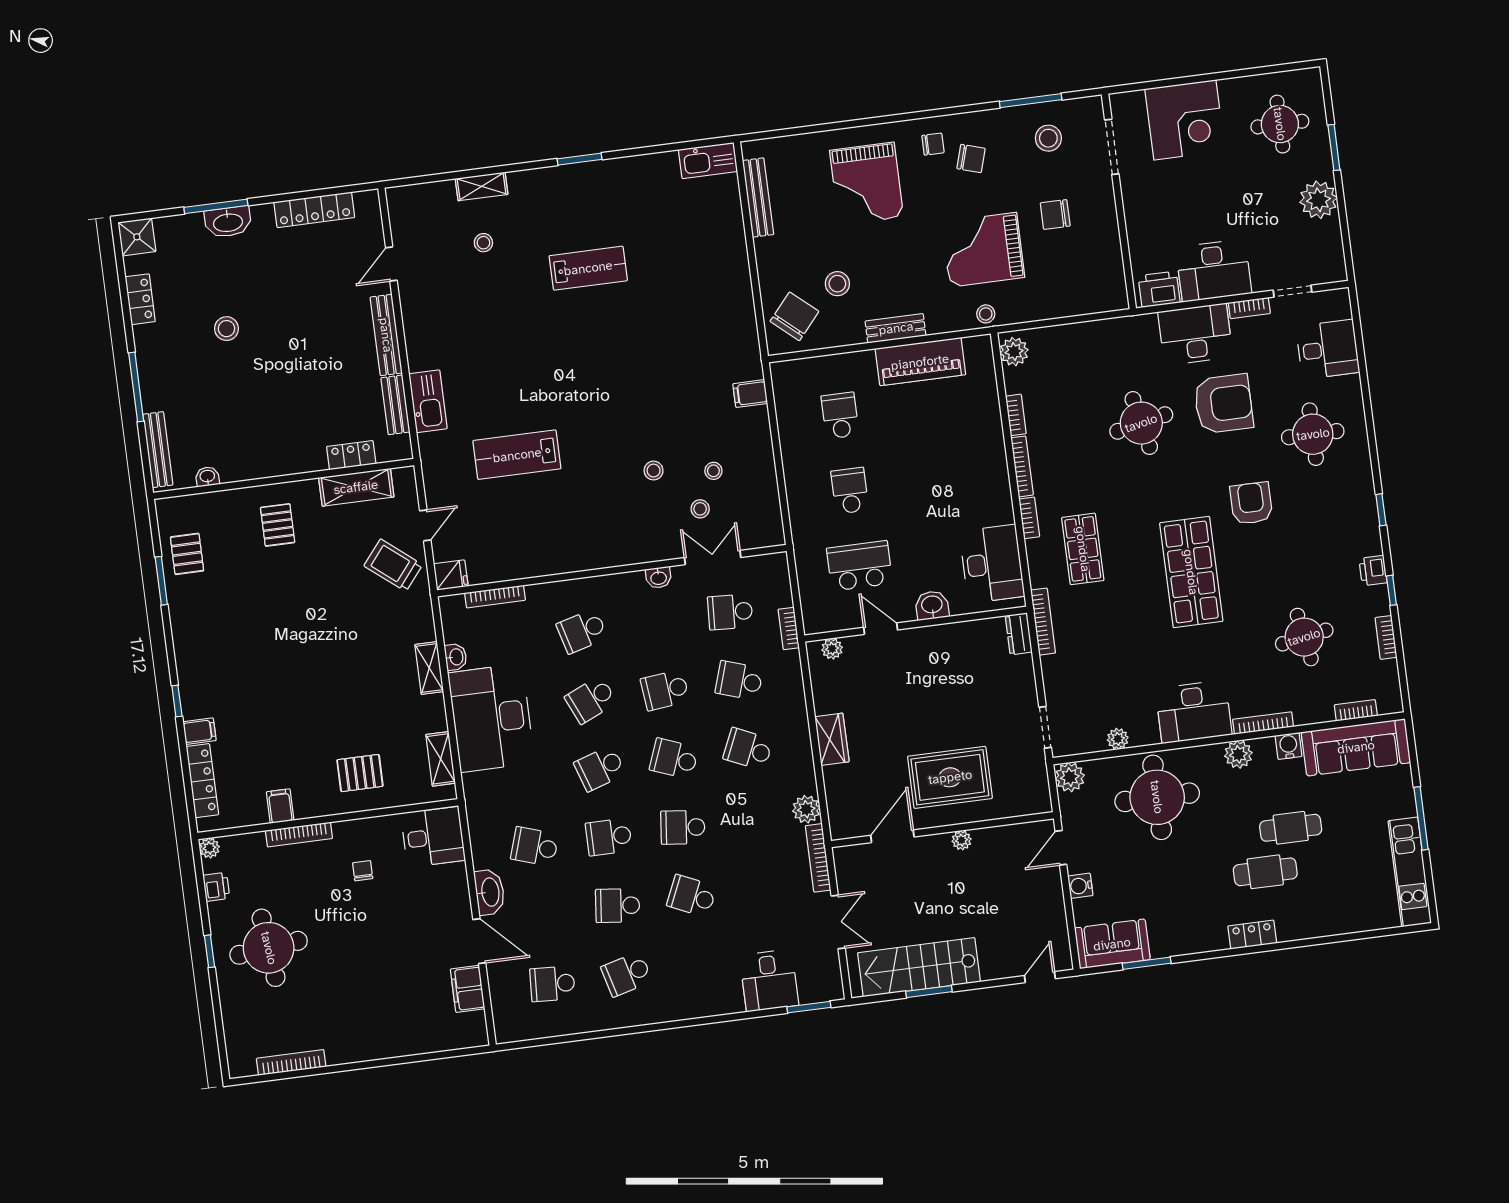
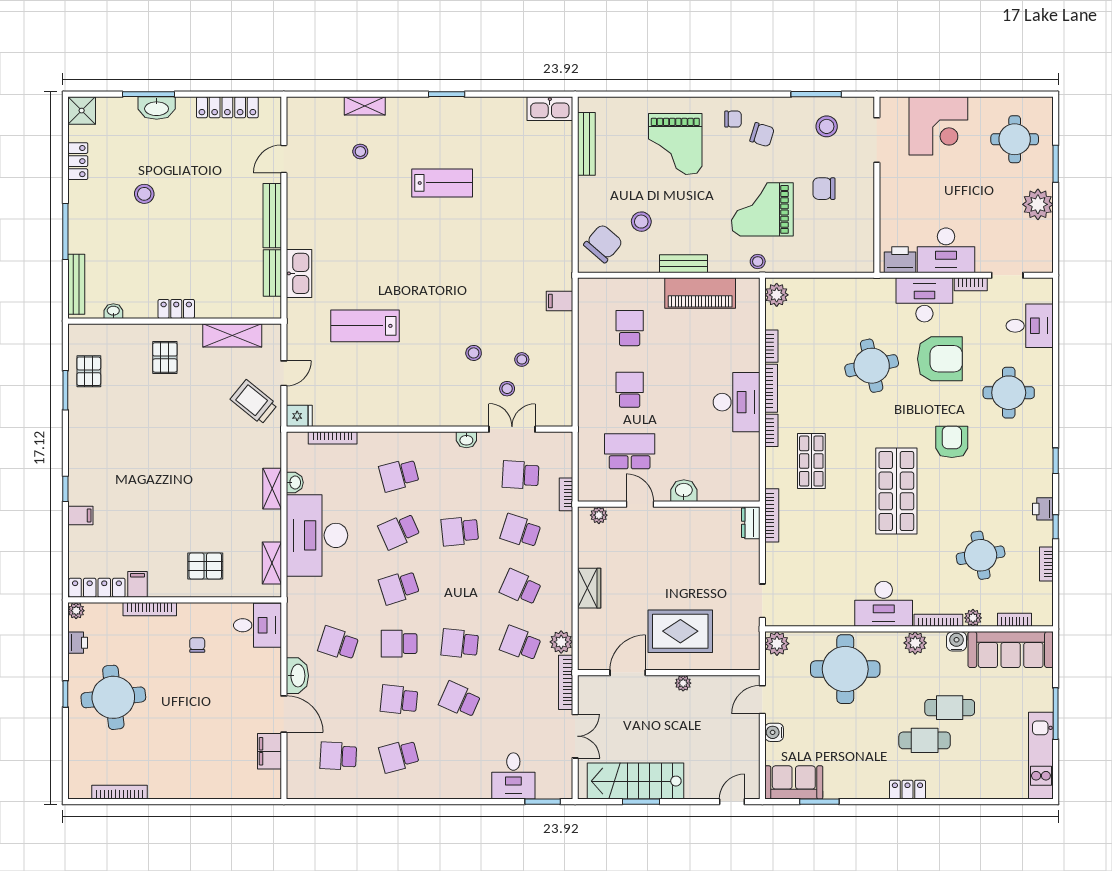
locker: (351, 455) -> (176, 309), moved
desk: (992, 564) -> (737, 402), moved
plant: (1118, 739) -> (973, 618), moved
school desk: (674, 759) -> (521, 644), moved
locker: (202, 781) -> (97, 588), moved, turned -90

